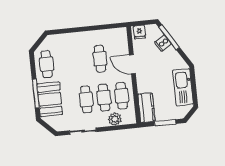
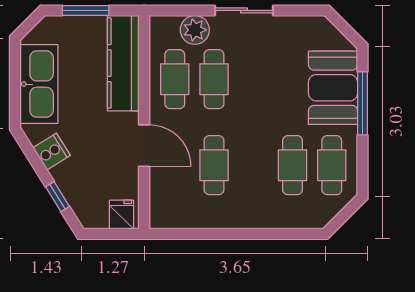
window: (169, 37) -> (58, 197), width x0.46
cooker: (163, 43) -> (52, 152), moved
cafe table: (86, 99) -> (293, 165), moved
kitchen counter: (146, 108) -> (123, 63), width x1.50
sliding door: (83, 131) -> (244, 10), moved

